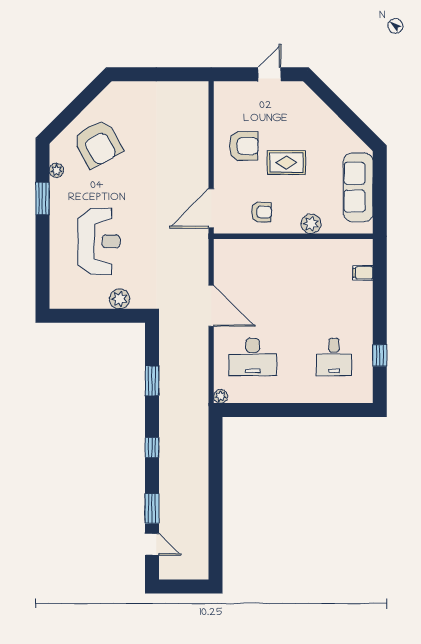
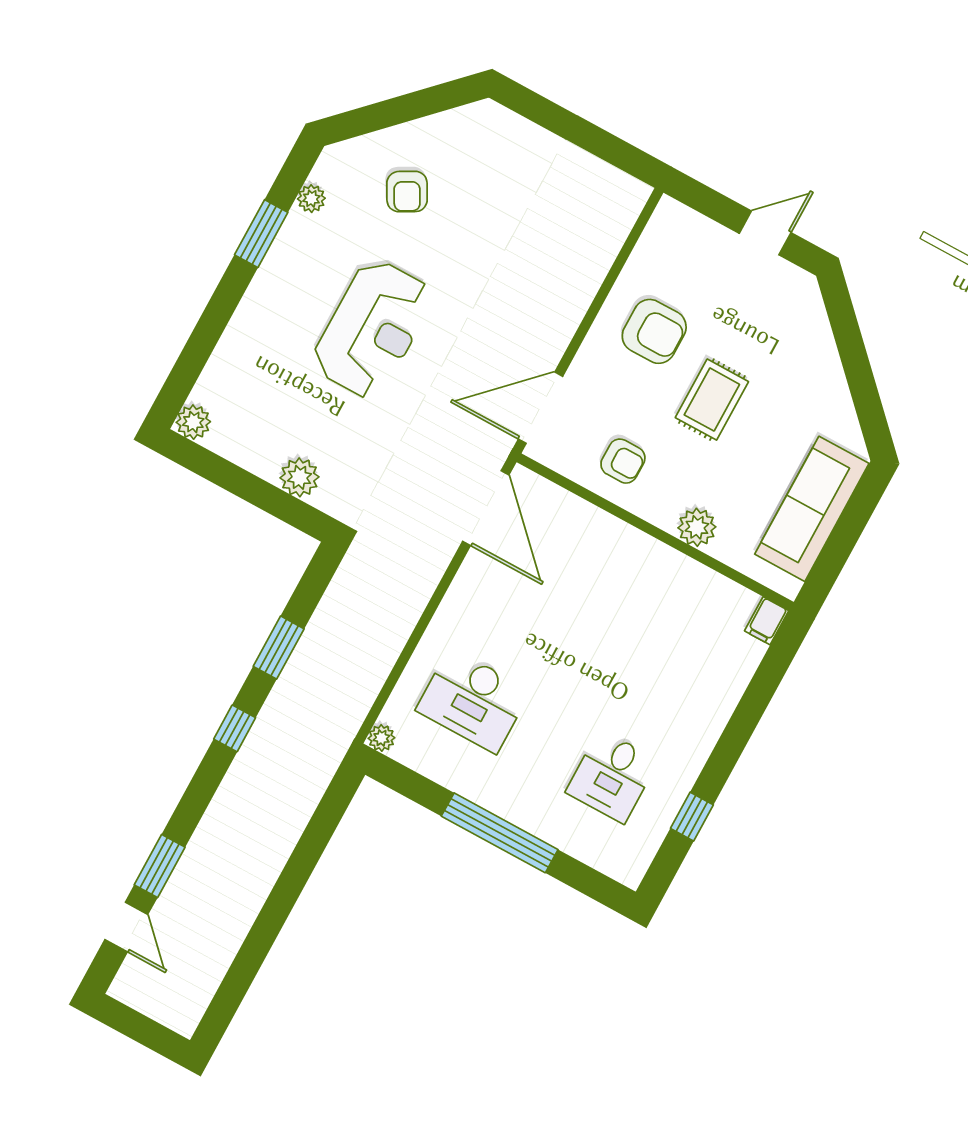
armchair: (98, 144) -> (407, 192), width x0.53, depth x0.53
rug: (286, 163) -> (712, 400), turned 90
reception desk: (99, 241) -> (373, 329), moved
filing cabinet: (363, 273) -> (767, 621), moved, turned -90
plant: (58, 300) -> (193, 422), added
door: (211, 306) -> (486, 508), moved
window: (297, 410) -> (500, 833), added
window: (152, 448) -> (235, 728), moved

